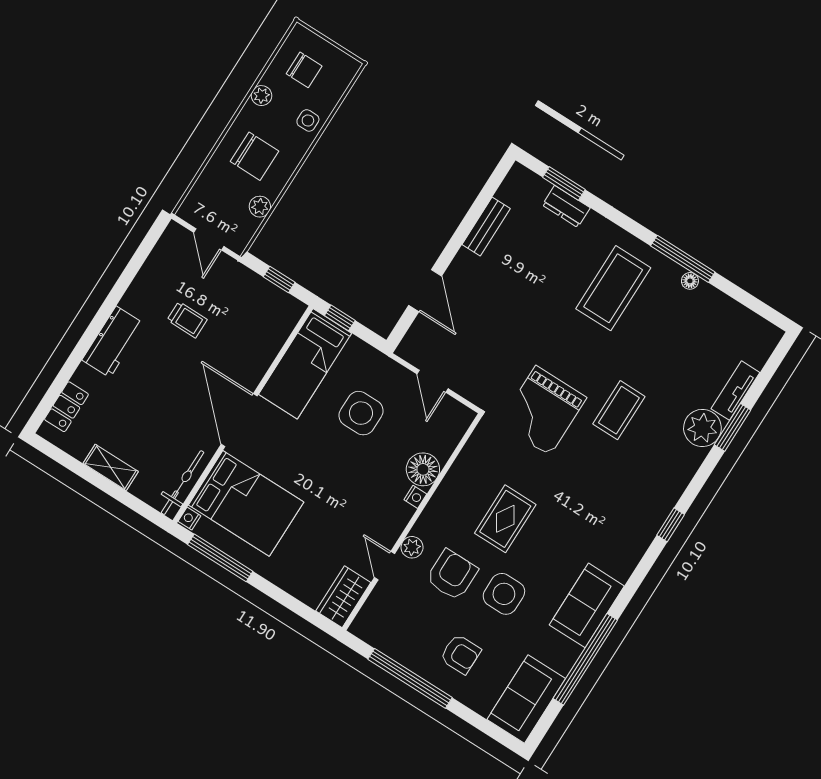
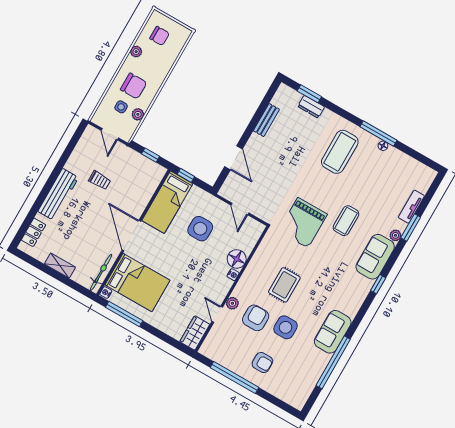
side table: (308, 120) -> (121, 107), moved
workbench: (113, 342) -> (58, 194), width x1.37
plant: (702, 428) -> (395, 235), width x0.53, depth x0.53
sofa: (526, 699) -> (375, 257), moved

